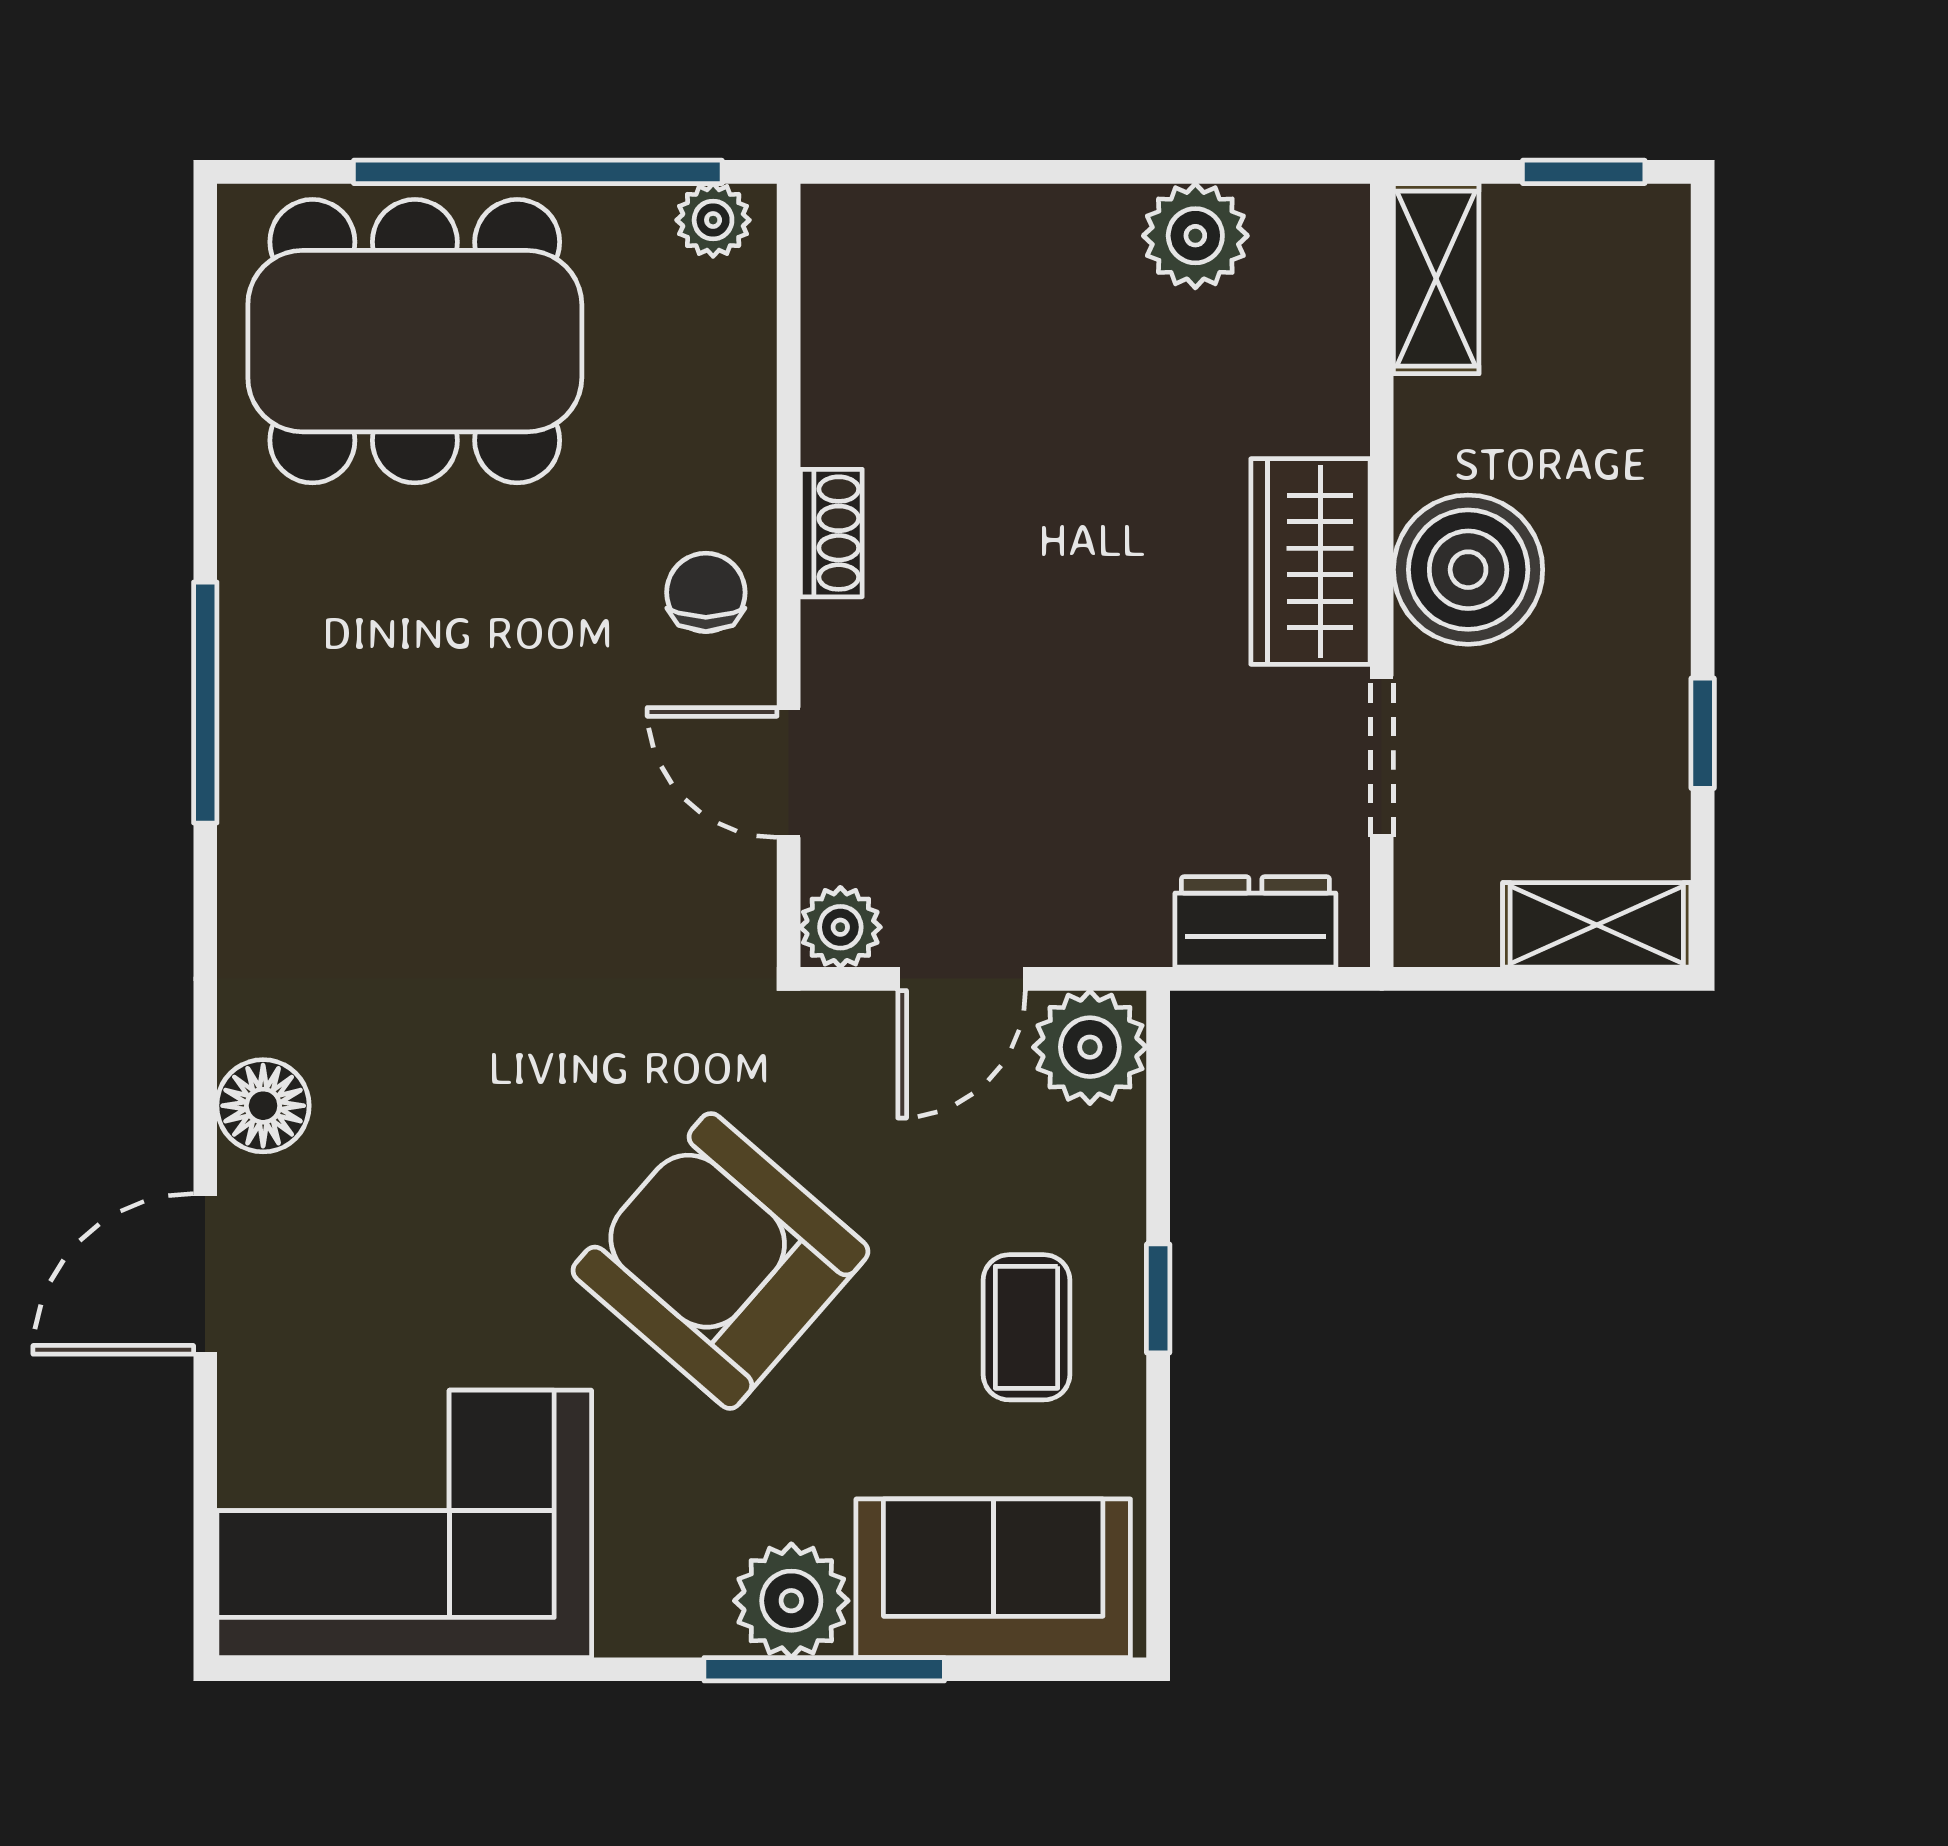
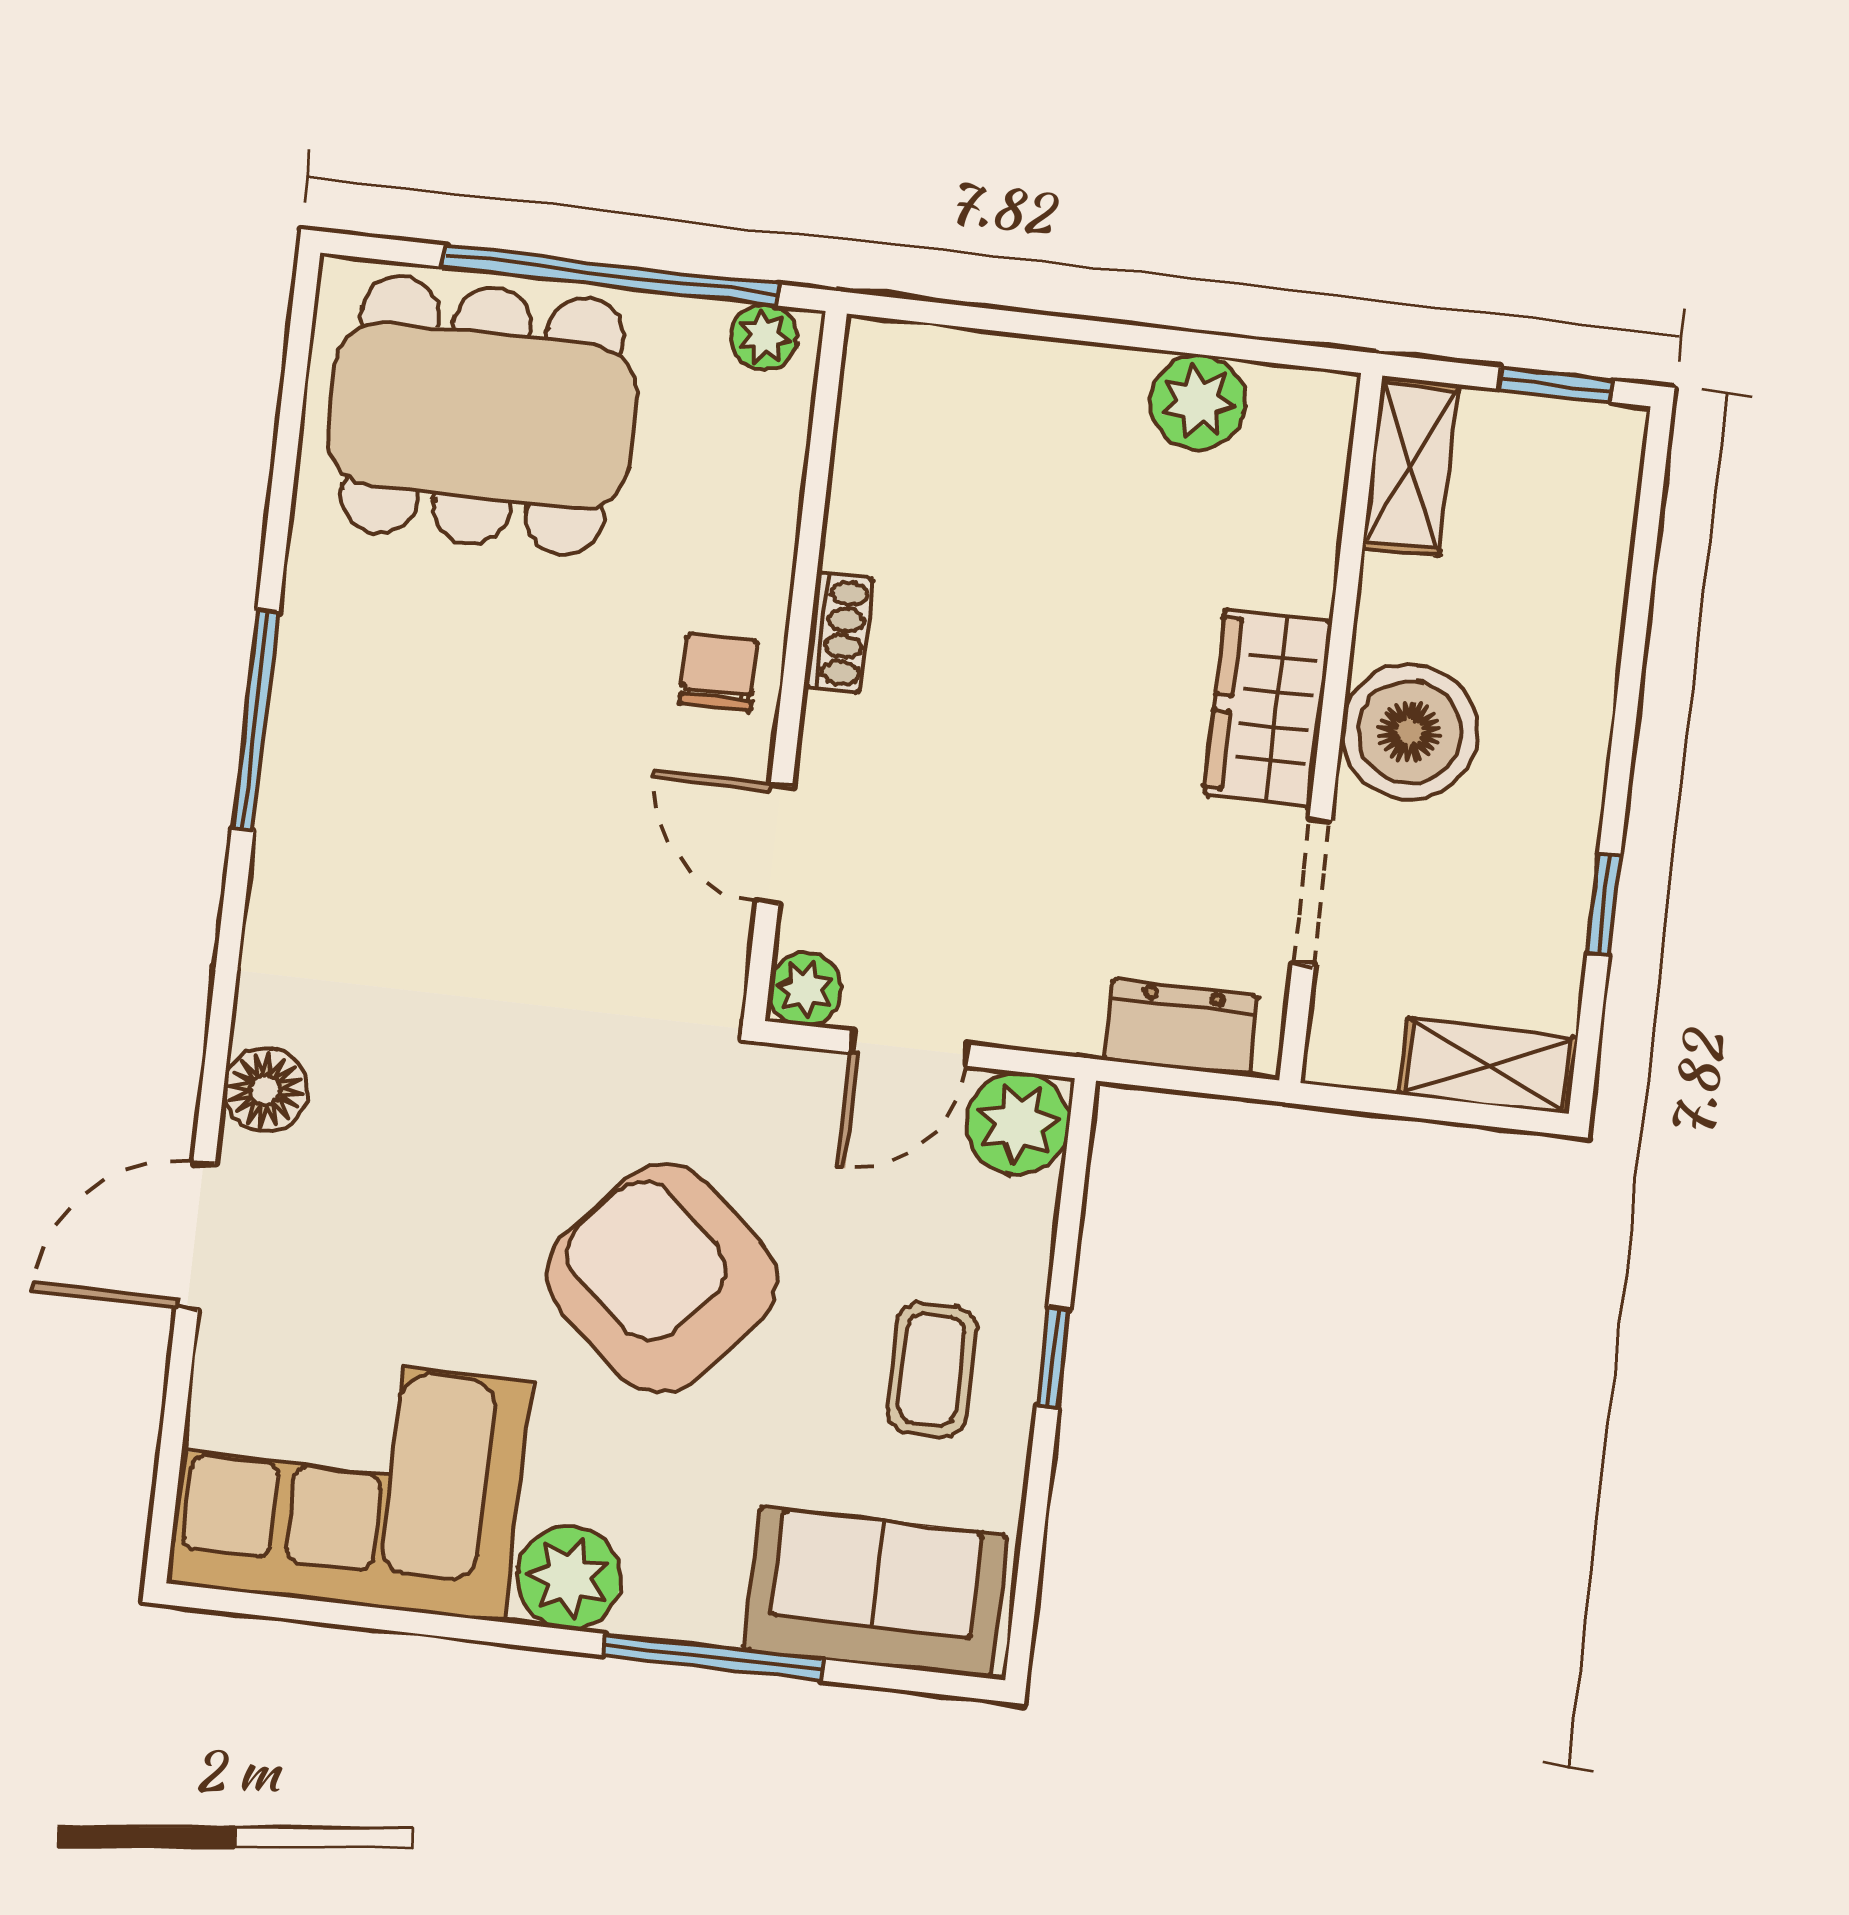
plant: (791, 1601) -> (569, 1578), moved

